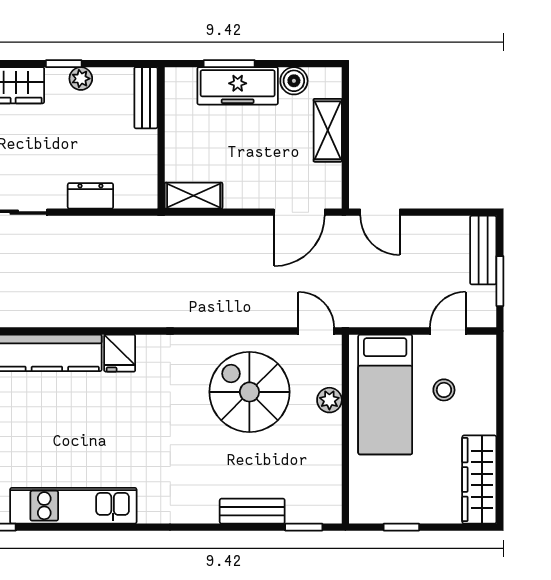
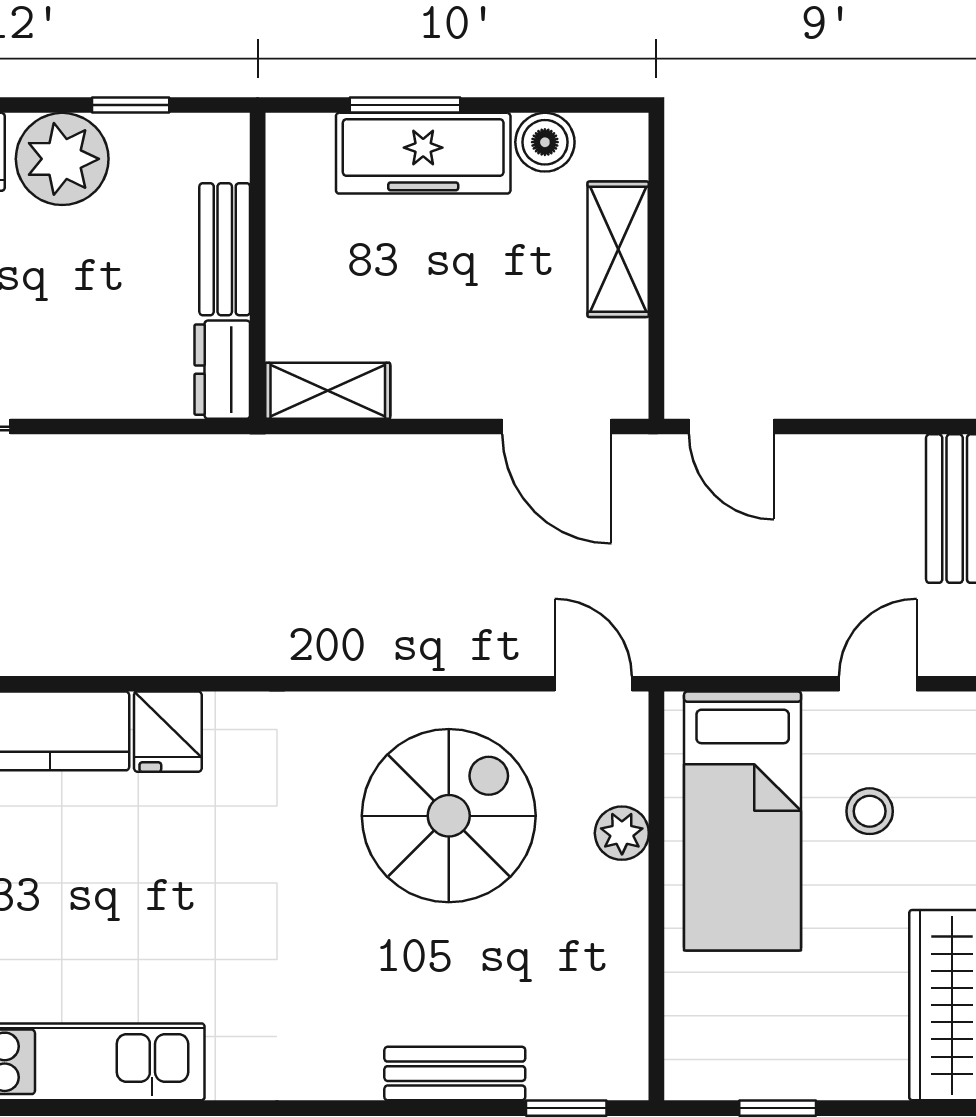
window: (64, 64) -> (131, 105), moved
plant: (81, 79) -> (62, 159), width x1.88, depth x1.88
bench: (146, 98) -> (225, 249), moved
dresser: (90, 196) -> (222, 370), moved, turned -90
door: (299, 212) -> (557, 427), hinge flipped
spiral stairs: (249, 392) -> (449, 816), turned 90

